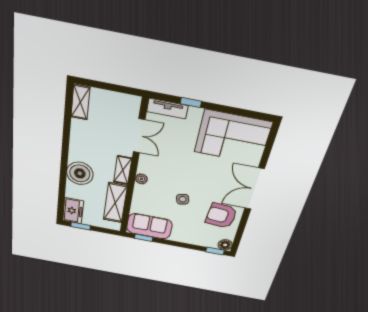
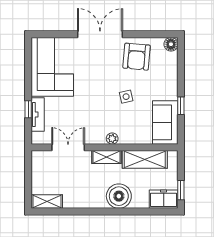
tv unit: (167, 109) -> (38, 115), moved
double door: (254, 189) -> (100, 34), swing flipped
window: (144, 238) -> (181, 106), moved
window: (215, 251) -> (181, 52), removed

